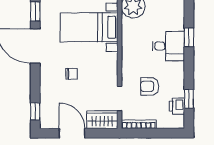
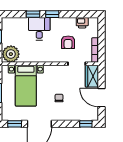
window: (189, 99) -> (52, 14), moved
door: (72, 133) -> (101, 98), hinge flipped

